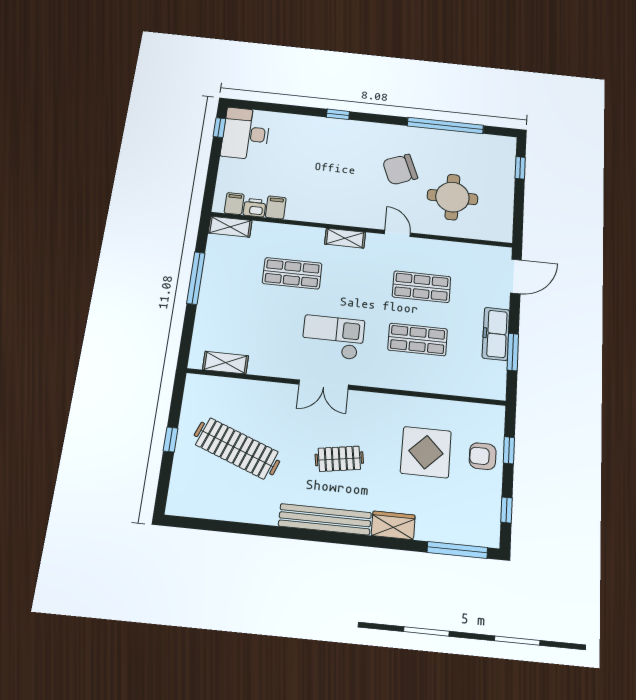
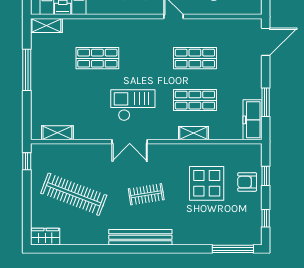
shelving: (345, 238) -> (193, 133), moved
freezer: (496, 334) -> (252, 120), moved
window: (171, 440) -> (27, 161), moved
wardrobe: (393, 525) -> (45, 237), moved

